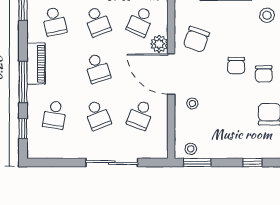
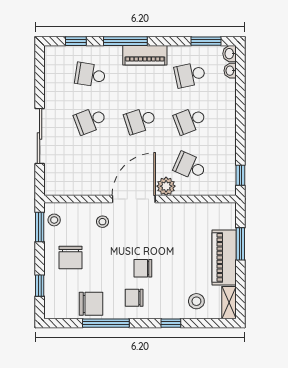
chair: (196, 39) -> (71, 257), moved, turned -109
school desk: (140, 115) -> (90, 166), removed

